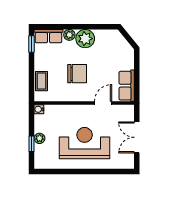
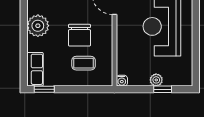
plant: (69, 35) -> (33, 45), removed
chair: (77, 74) -> (79, 35), turned 180
coffee table: (41, 81) -> (84, 63), moved

